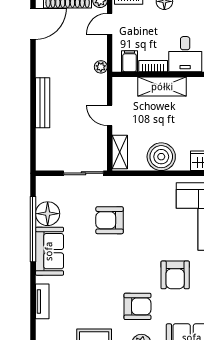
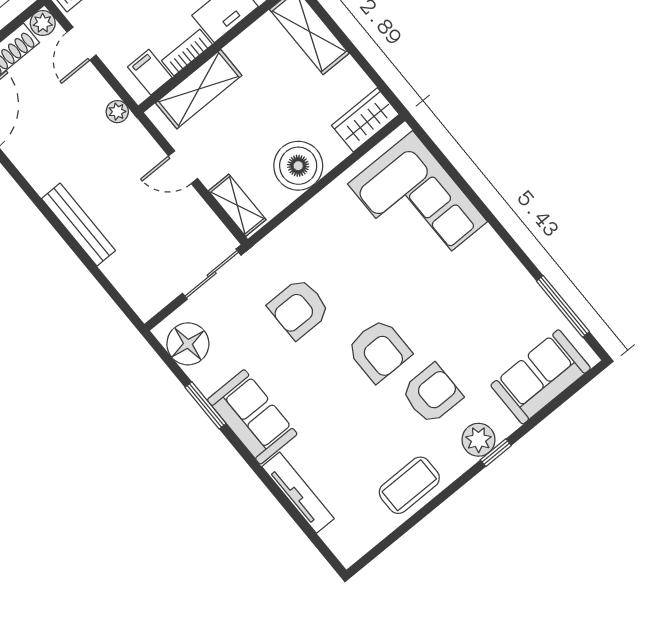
shelving: (162, 87) -> (199, 89), moved
floor lamp: (48, 214) -> (188, 344), moved
window: (33, 229) -> (206, 405), width x0.47
armchair: (175, 275) -> (379, 351), moved
tv unit: (42, 301) -> (298, 493), width x1.41

